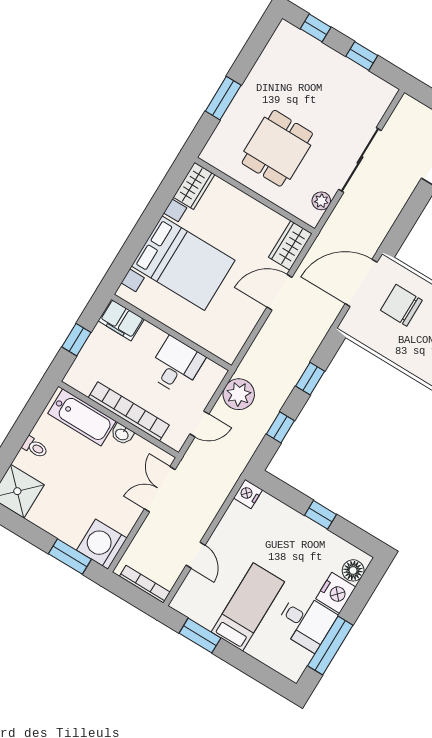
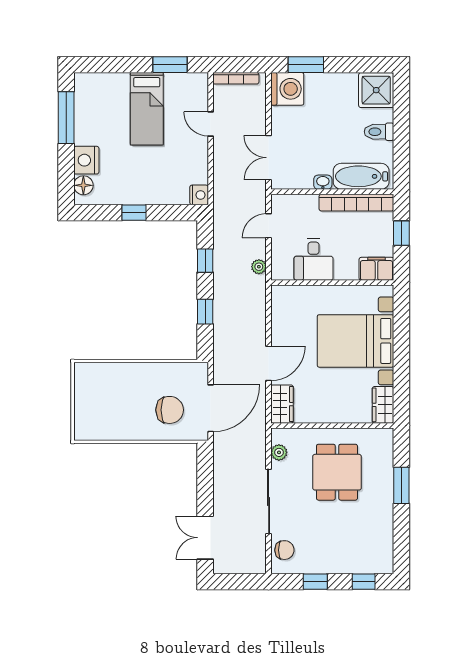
chair: (373, 104) -> (284, 550), added
plant: (239, 394) -> (259, 267), width x0.53, depth x0.53
bookcase: (129, 411) -> (356, 203), moved
toilet: (35, 447) -> (379, 132), width x1.37, depth x1.39
double door: (160, 489) -> (269, 158), swing flipped
desk: (306, 622) -> (96, 124), removed

